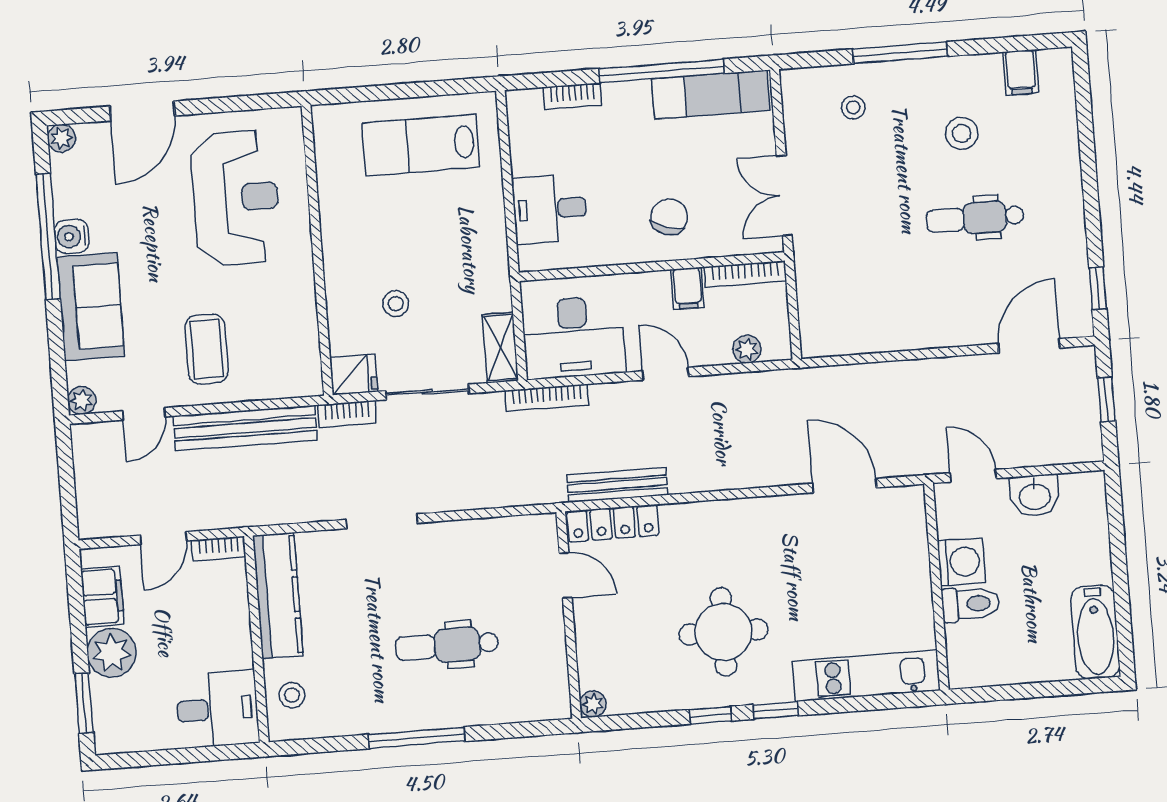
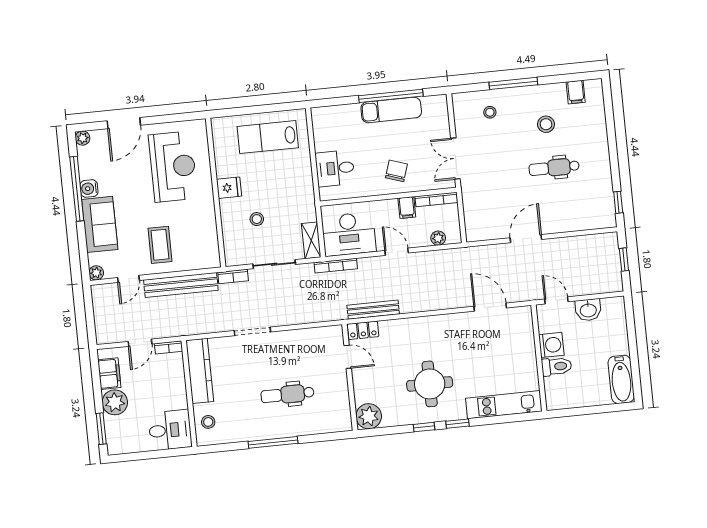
exam couch: (711, 95) -> (391, 110), moved
bookcase: (572, 96) -> (345, 110), removed
door: (1029, 346) -> (526, 239), moved
fridge: (354, 375) -> (229, 188), moved
locker: (613, 523) -> (363, 330), width x0.66
plant: (593, 704) -> (369, 416), width x1.88, depth x1.88

